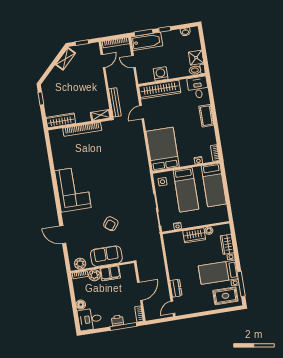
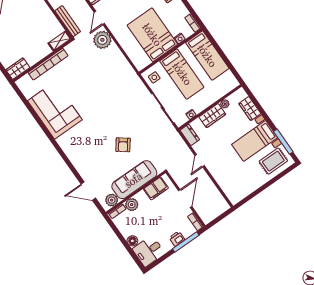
wardrobe: (61, 120) -> (18, 69), width x0.67
plant: (135, 131) -> (102, 40), added
bed: (163, 149) -> (152, 35), moved
corner sofa: (73, 189) -> (55, 110), moved
door: (63, 235) -> (88, 191), moved
sofa: (106, 256) -> (134, 180), width x1.36
filing cabinet: (110, 273) -> (156, 188), moved
dresser: (176, 288) -> (190, 135), moved
door: (173, 307) -> (200, 161), moved

